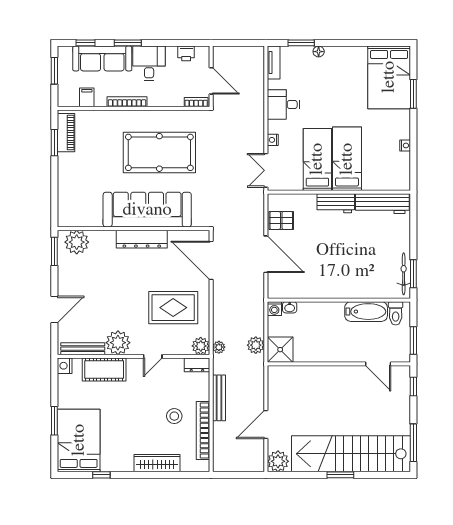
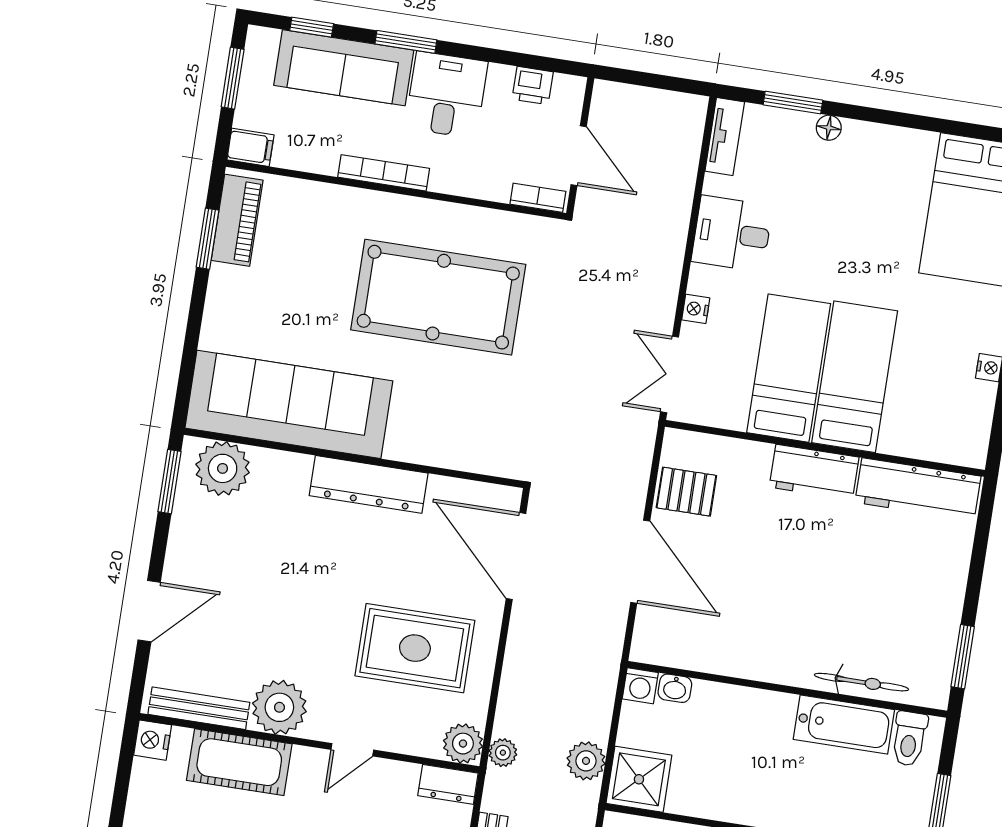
filing cabinet: (87, 97) -> (250, 147), moved, turned 90
sofa: (147, 210) -> (289, 404), moved
bicycle: (404, 274) -> (861, 682), moved, turned 90

